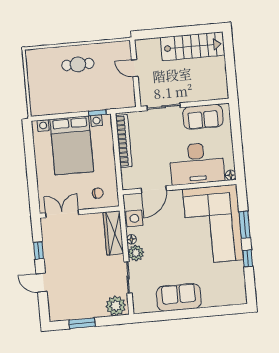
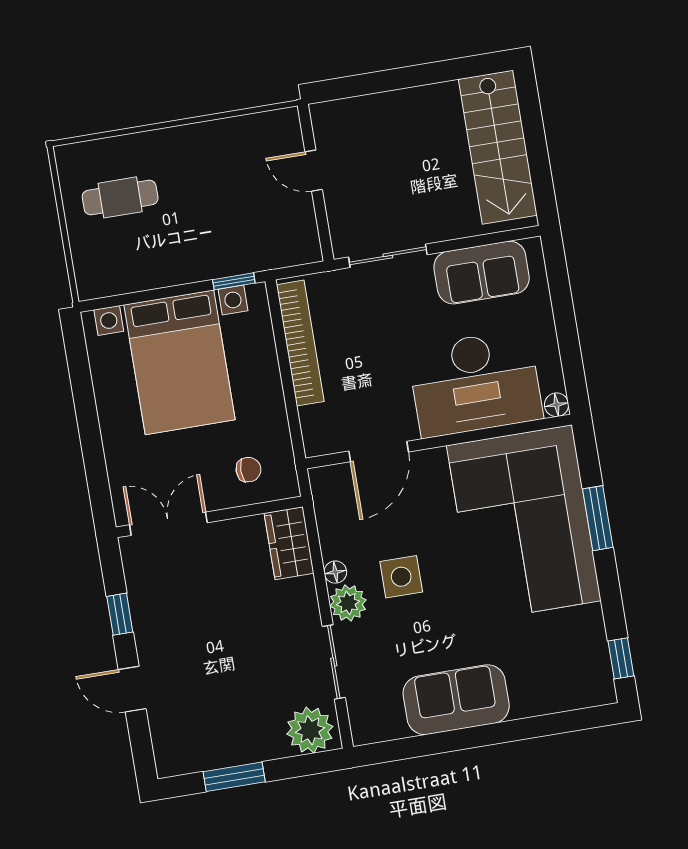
stairs: (193, 46) -> (498, 147), moved, turned 90
cafe table: (78, 64) -> (120, 197), moved
side table: (134, 218) -> (401, 577), moved
wardrobe: (113, 233) -> (289, 543), width x0.67
window: (248, 258) -> (621, 658), moved

